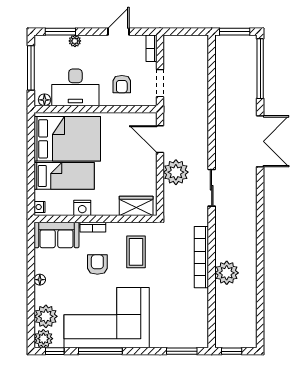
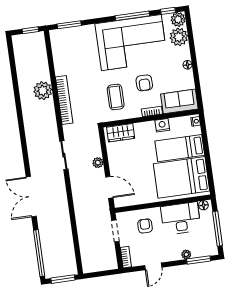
plant: (176, 172) -> (98, 163), width x0.53, depth x0.53

